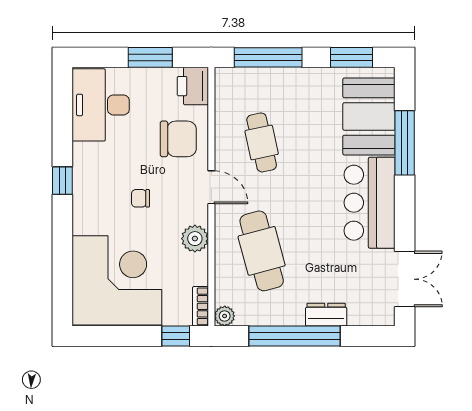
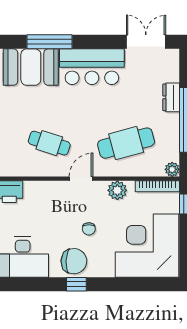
chair: (178, 139) -> (74, 261), moved, turned 92
cafe table: (262, 142) -> (49, 143), turned 30
bookcase: (201, 306) -> (157, 186), width x1.56

